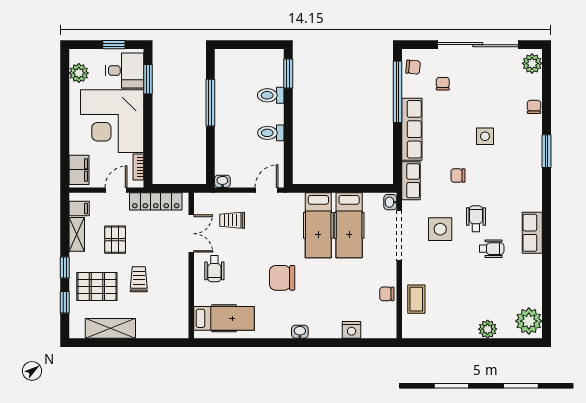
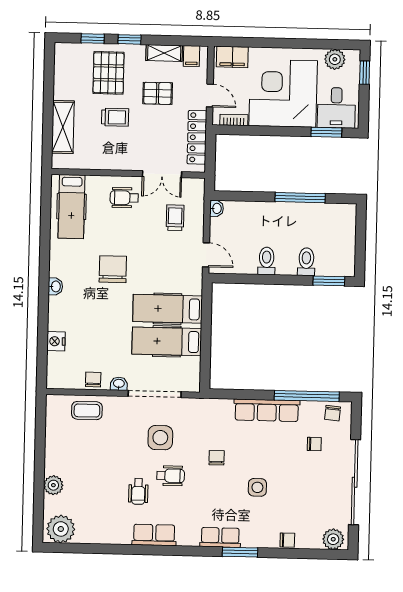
window: (114, 45) -> (365, 73), moved
row of seats: (411, 181) -> (220, 537), moved, turned 180
washbasin: (390, 202) -> (119, 384), moved
shelving: (110, 328) -> (63, 127), moved

